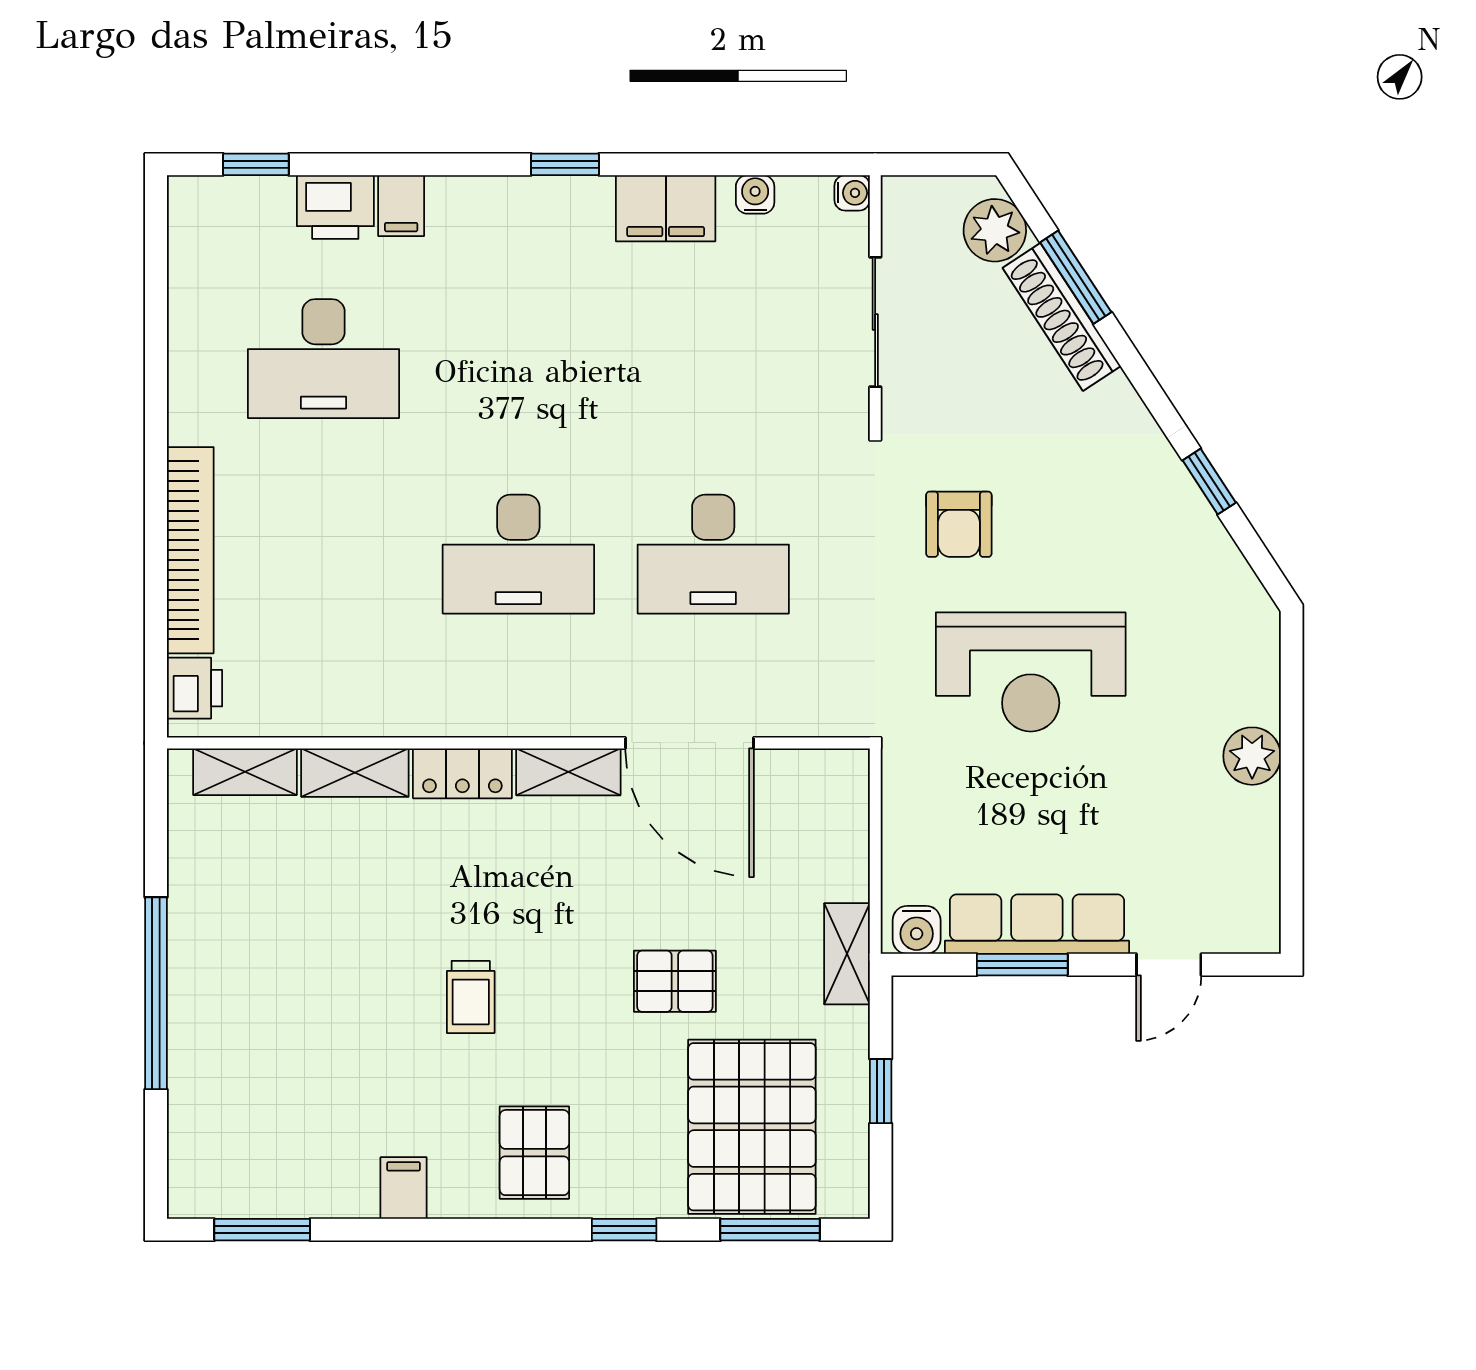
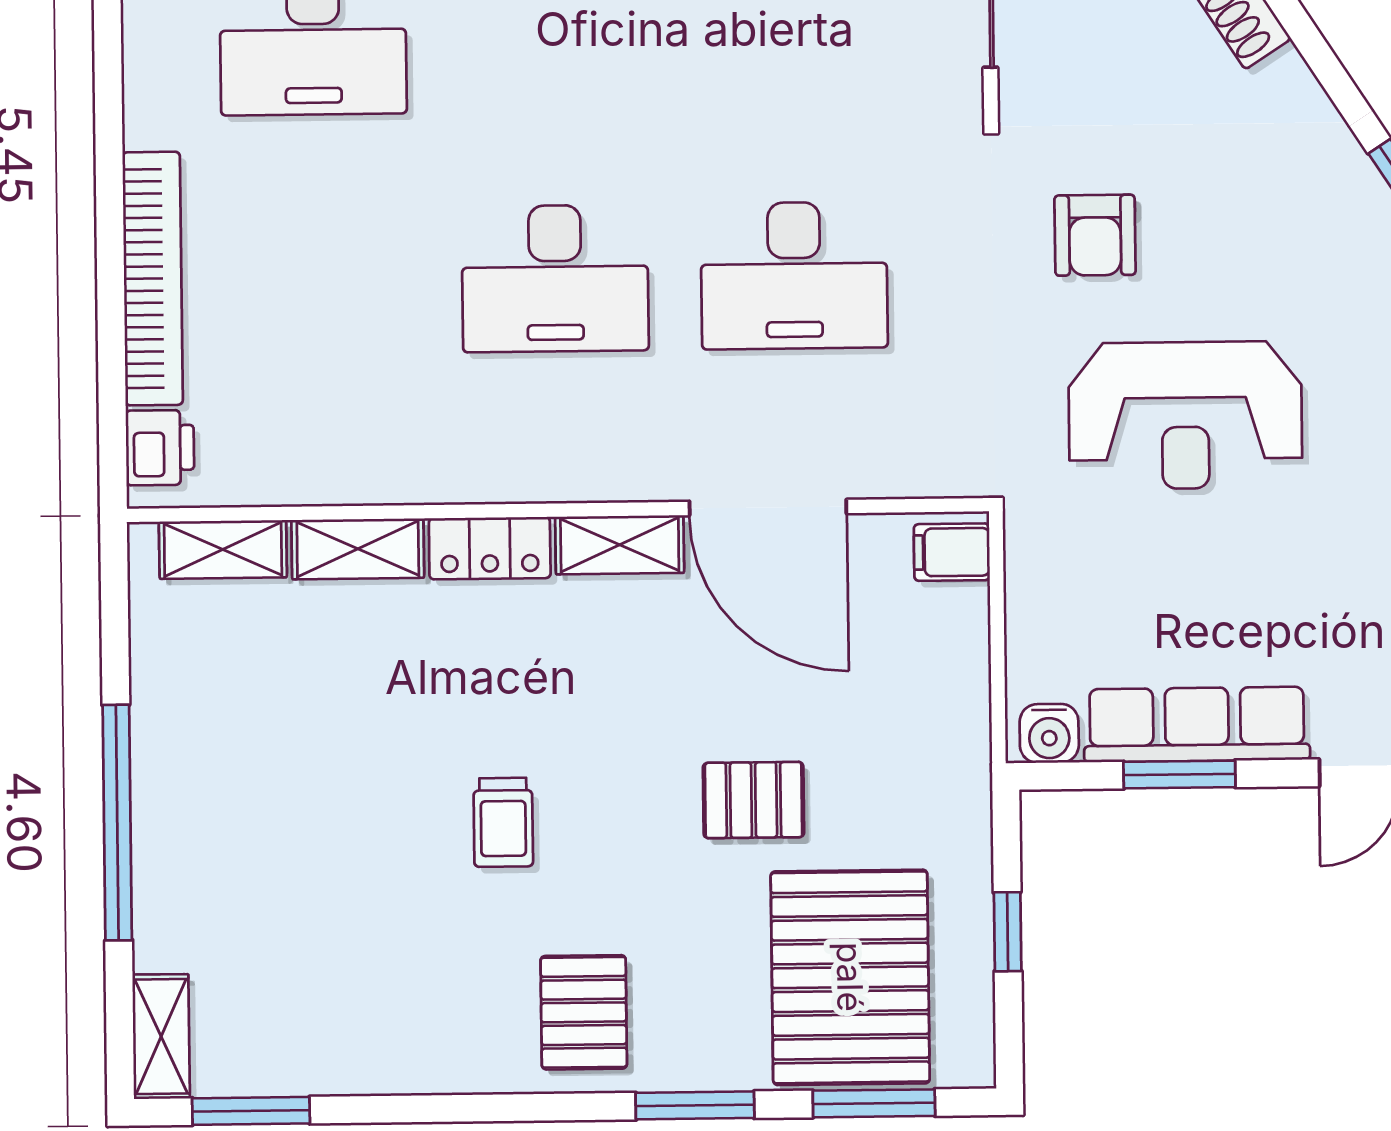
shelving: (847, 954) -> (161, 1037), moved
filing cabinet: (404, 1188) -> (952, 552), moved, turned -90
window: (624, 1230) -> (695, 1105), width x1.50

